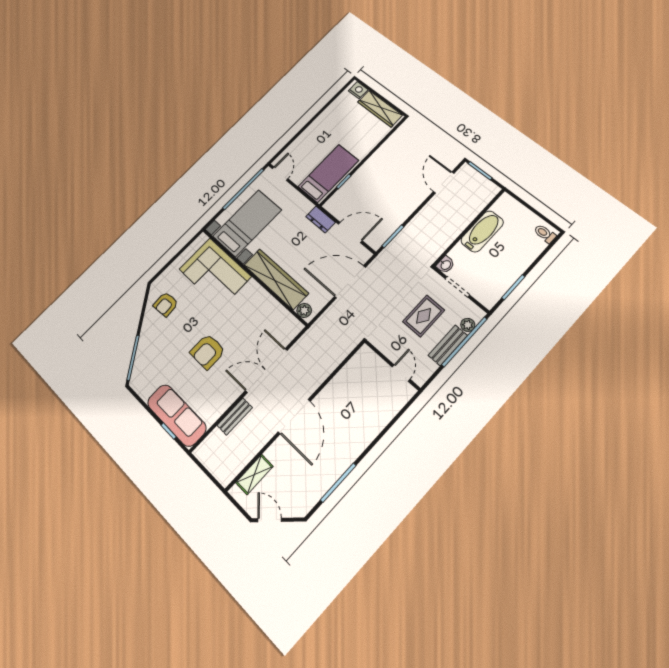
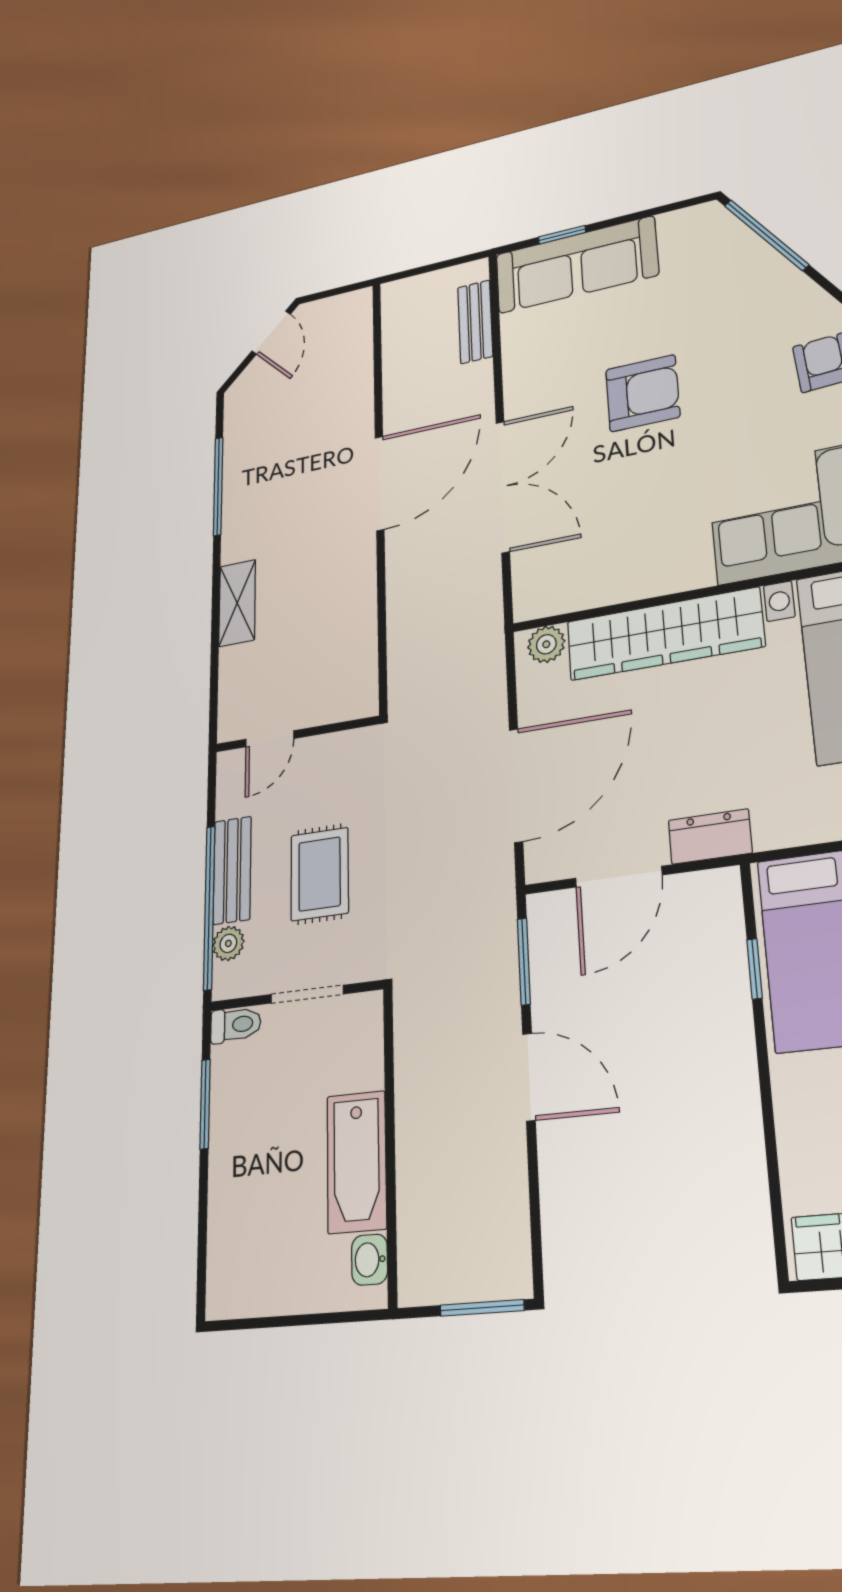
door: (444, 182) -> (529, 1077), moved
toilet: (545, 234) -> (236, 1025), moved
washbasin: (445, 265) -> (370, 1260), moved
armchair: (208, 352) -> (643, 393), turned 90
door: (401, 373) -> (270, 739), hinge flipped
bench: (235, 416) -> (475, 322), moved
door: (294, 417) -> (380, 483), swing flipped
shelving: (254, 474) -> (237, 603), moved
door: (270, 520) -> (271, 333), hinge flipped

